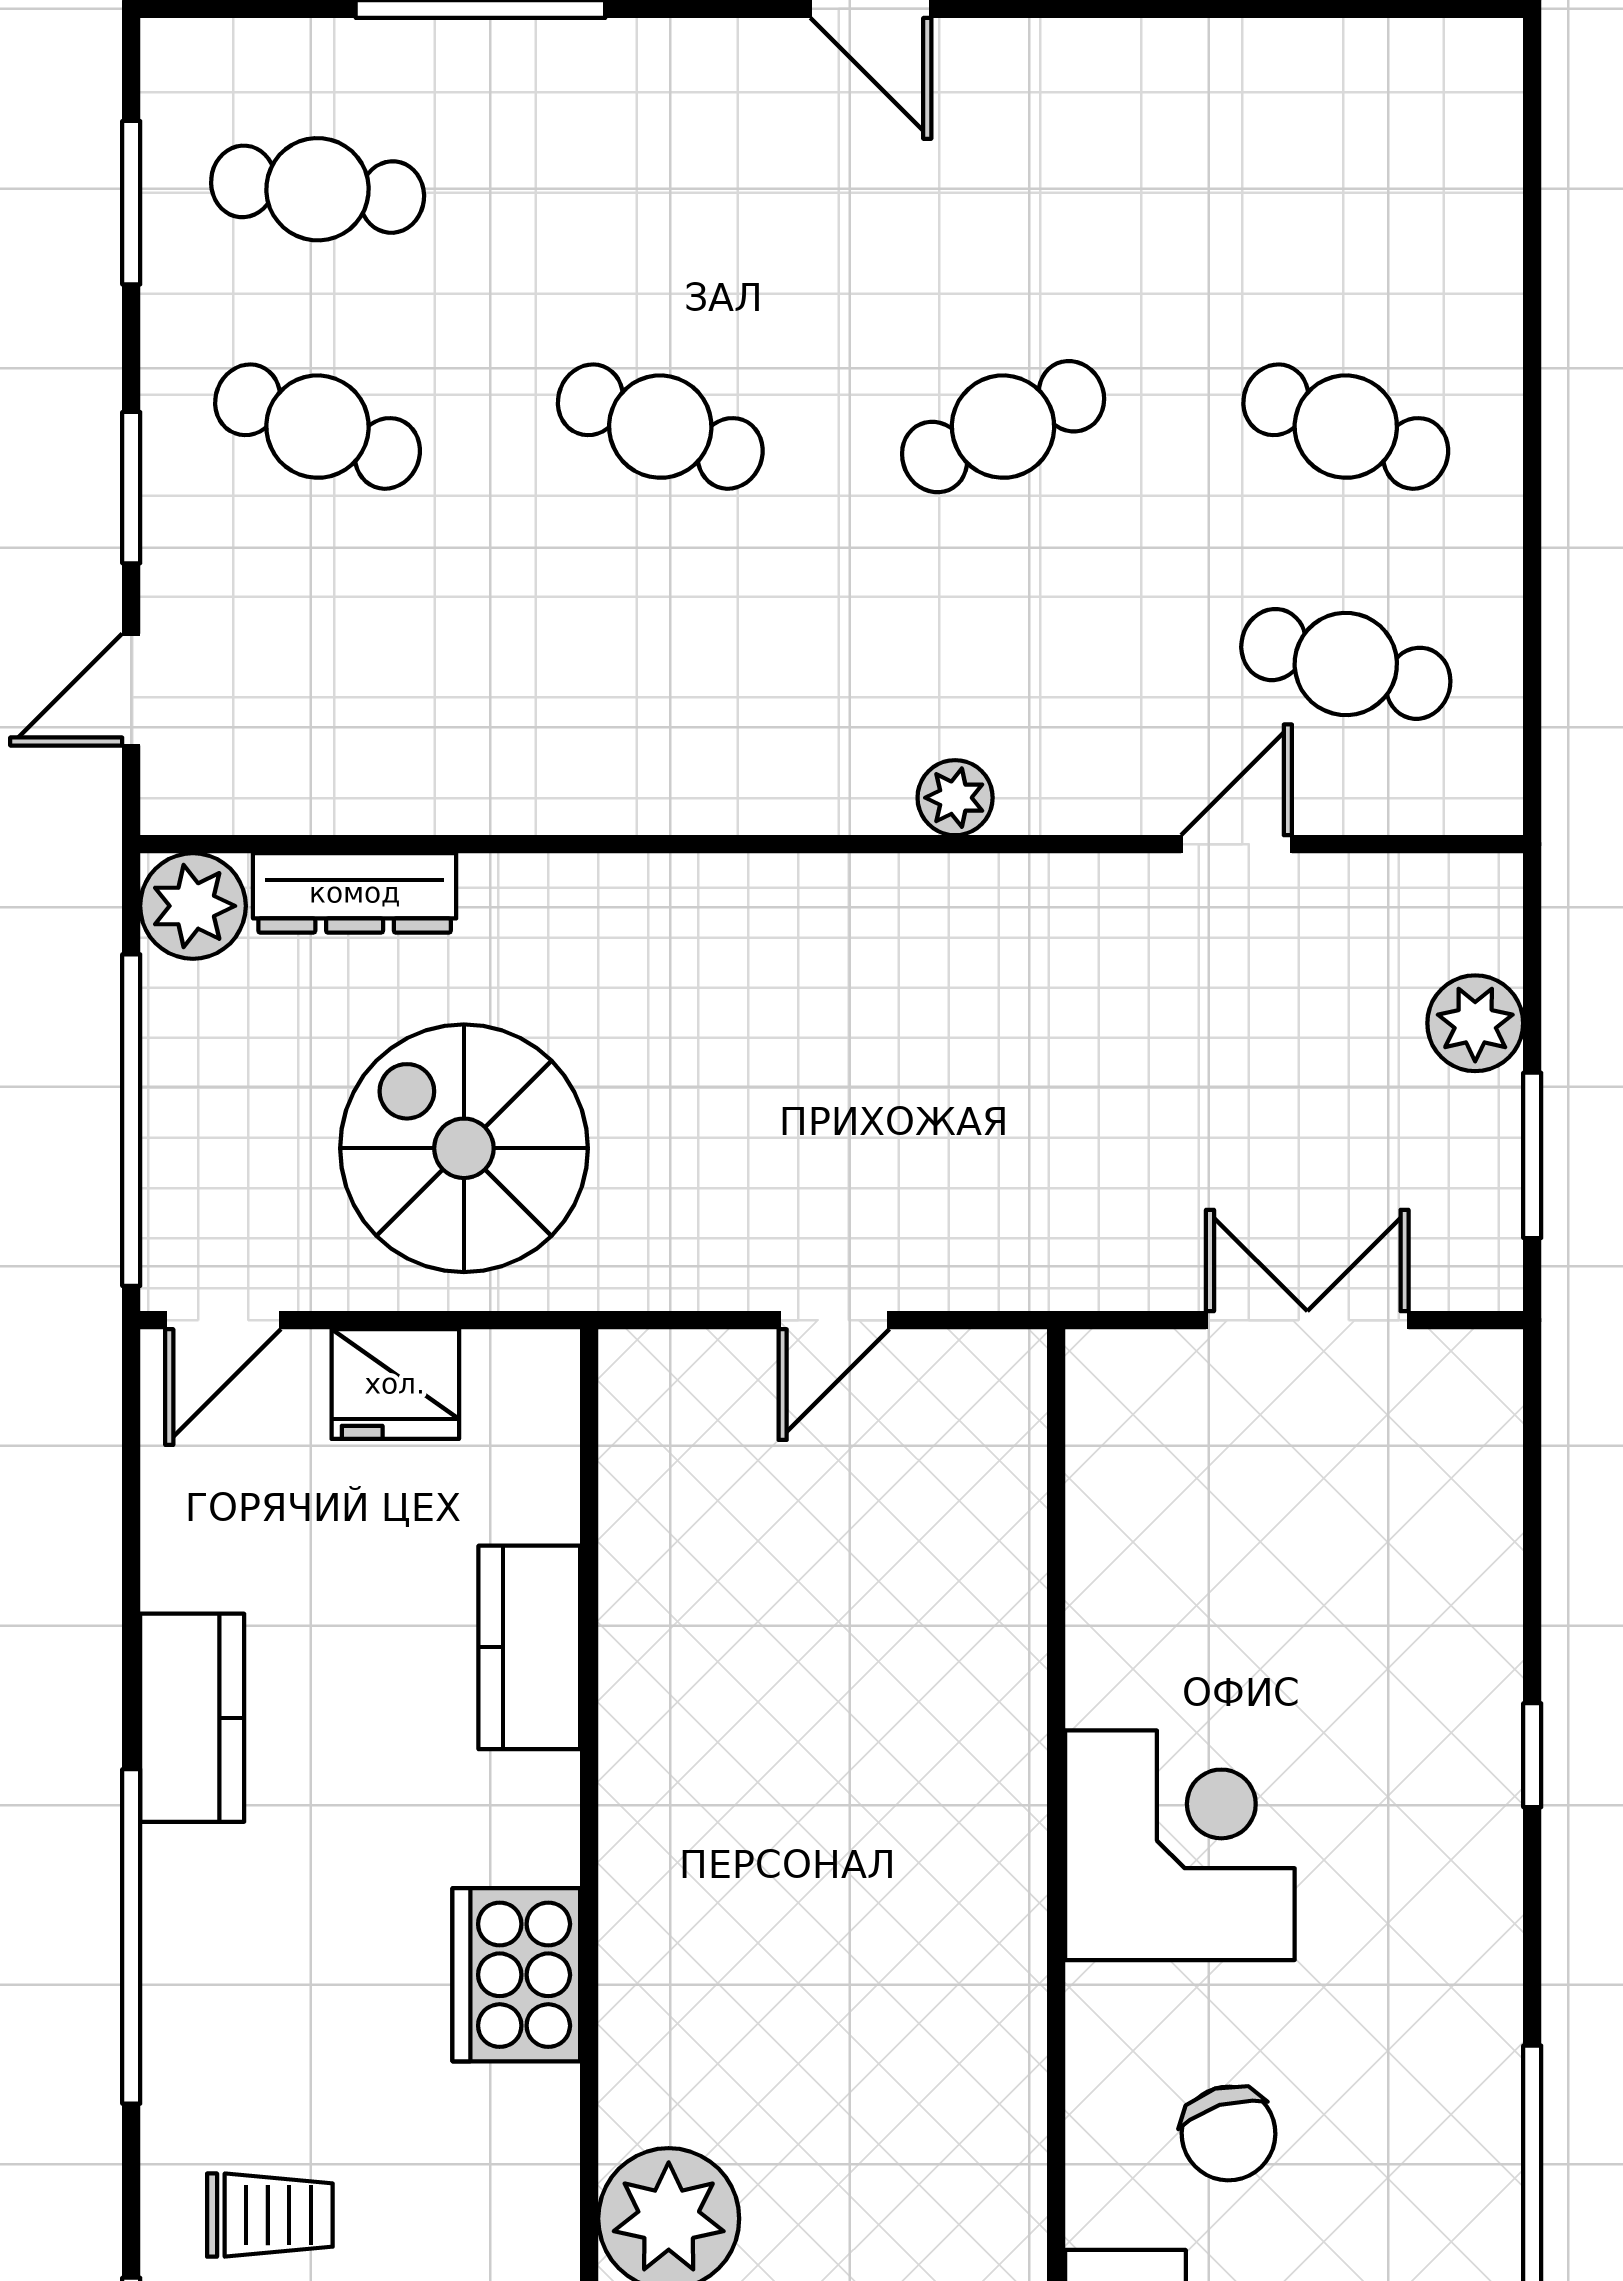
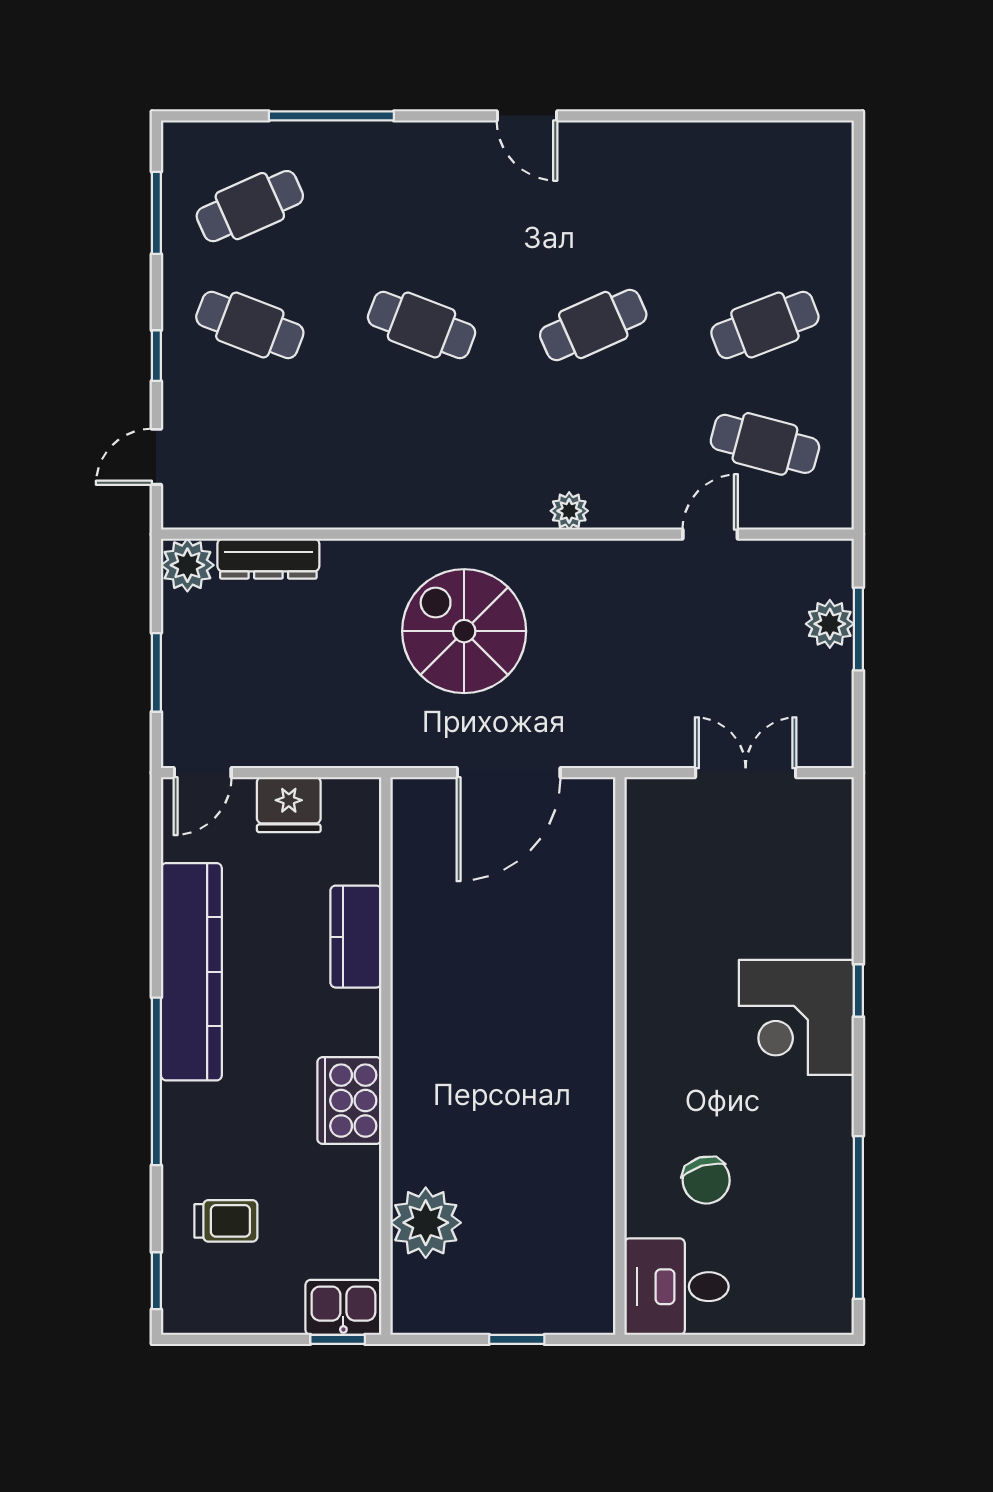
cafe table: (318, 189) -> (250, 206), turned -30
cafe table: (1346, 427) -> (765, 325), turned -42
window: (131, 488) -> (156, 356), width x0.67
window: (131, 1120) -> (156, 672), width x0.47
spiral stairs: (464, 1148) -> (464, 631), moved
window: (1532, 1155) -> (858, 629), moved
door: (834, 1320) -> (509, 773), width x1.87
kitchen counter: (192, 1718) -> (191, 972), width x2.08, depth x1.17
corner desk: (1180, 1845) -> (796, 1017), moved, turned 180

